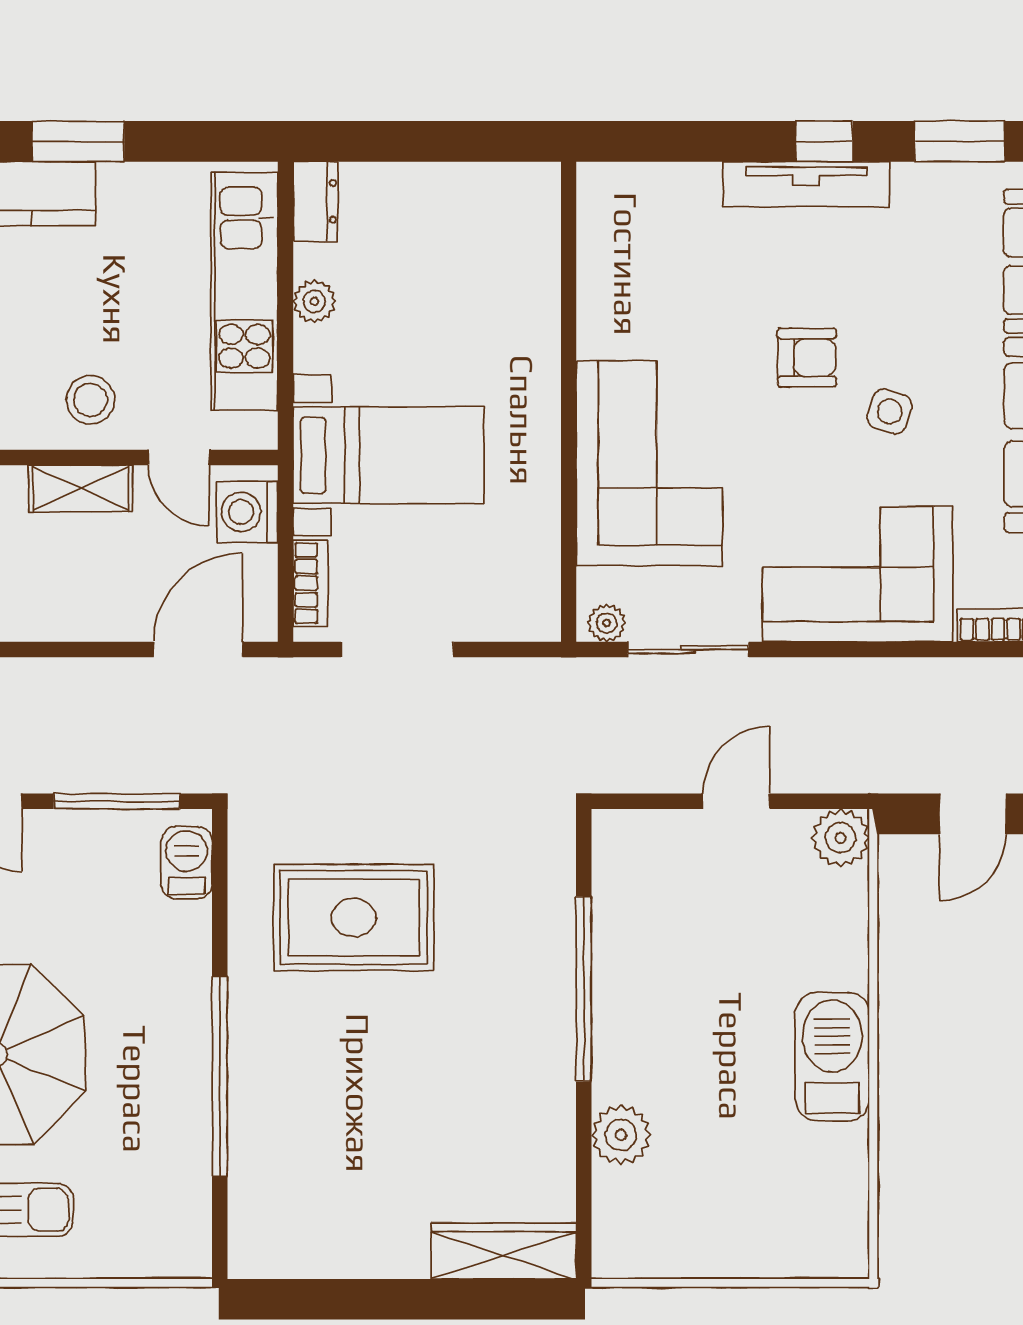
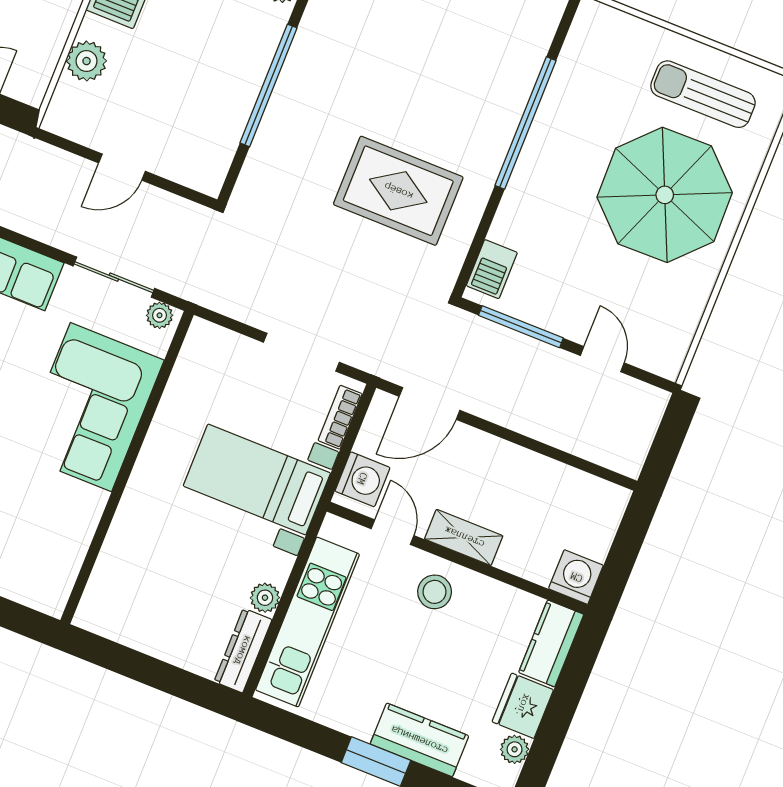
dresser: (315, 201) -> (243, 651), width x1.44
plant: (841, 838) -> (87, 61), moved

